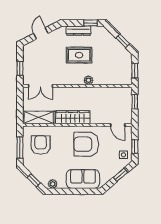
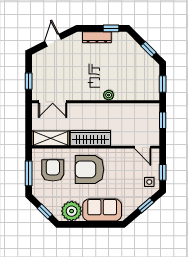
rug: (79, 55) -> (98, 66), removed
armchair: (86, 144) -> (89, 169), moved
plant: (53, 184) -> (72, 211), width x1.88, depth x1.88

